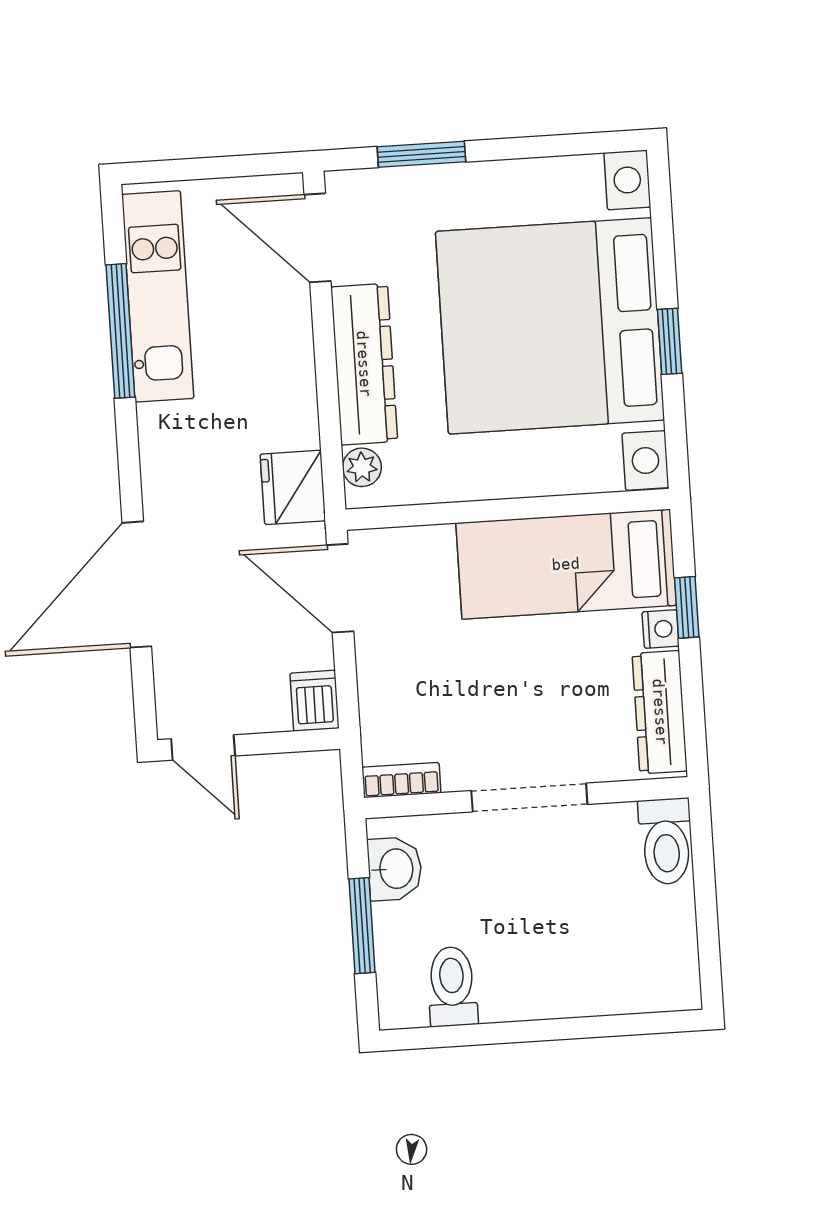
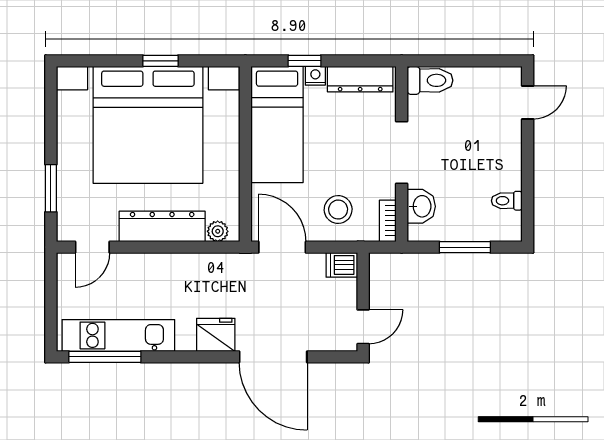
door: (318, 238) -> (92, 247), width x0.73
window: (120, 331) -> (105, 357), moved
fridge: (293, 487) -> (216, 335), moved, turned 180
door: (340, 588) -> (282, 247), swing flipped
stool: (416, 687) -> (338, 210), added
washbasin: (395, 869) -> (421, 206), moved, turned 90
toilet: (452, 986) -> (507, 201), width x0.73, depth x0.72
door: (637, 1024) -> (528, 102), added

